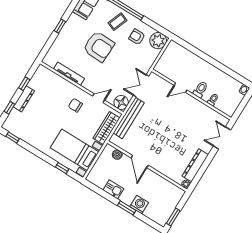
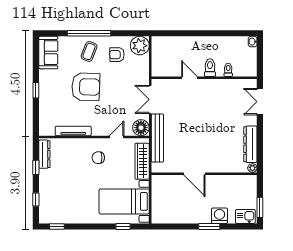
door: (180, 88) -> (190, 78), swing flipped
dresser: (24, 99) -> (44, 154), moved
boiler: (117, 155) -> (168, 180), removed
kitchen sink: (113, 189) -> (245, 216), moved

